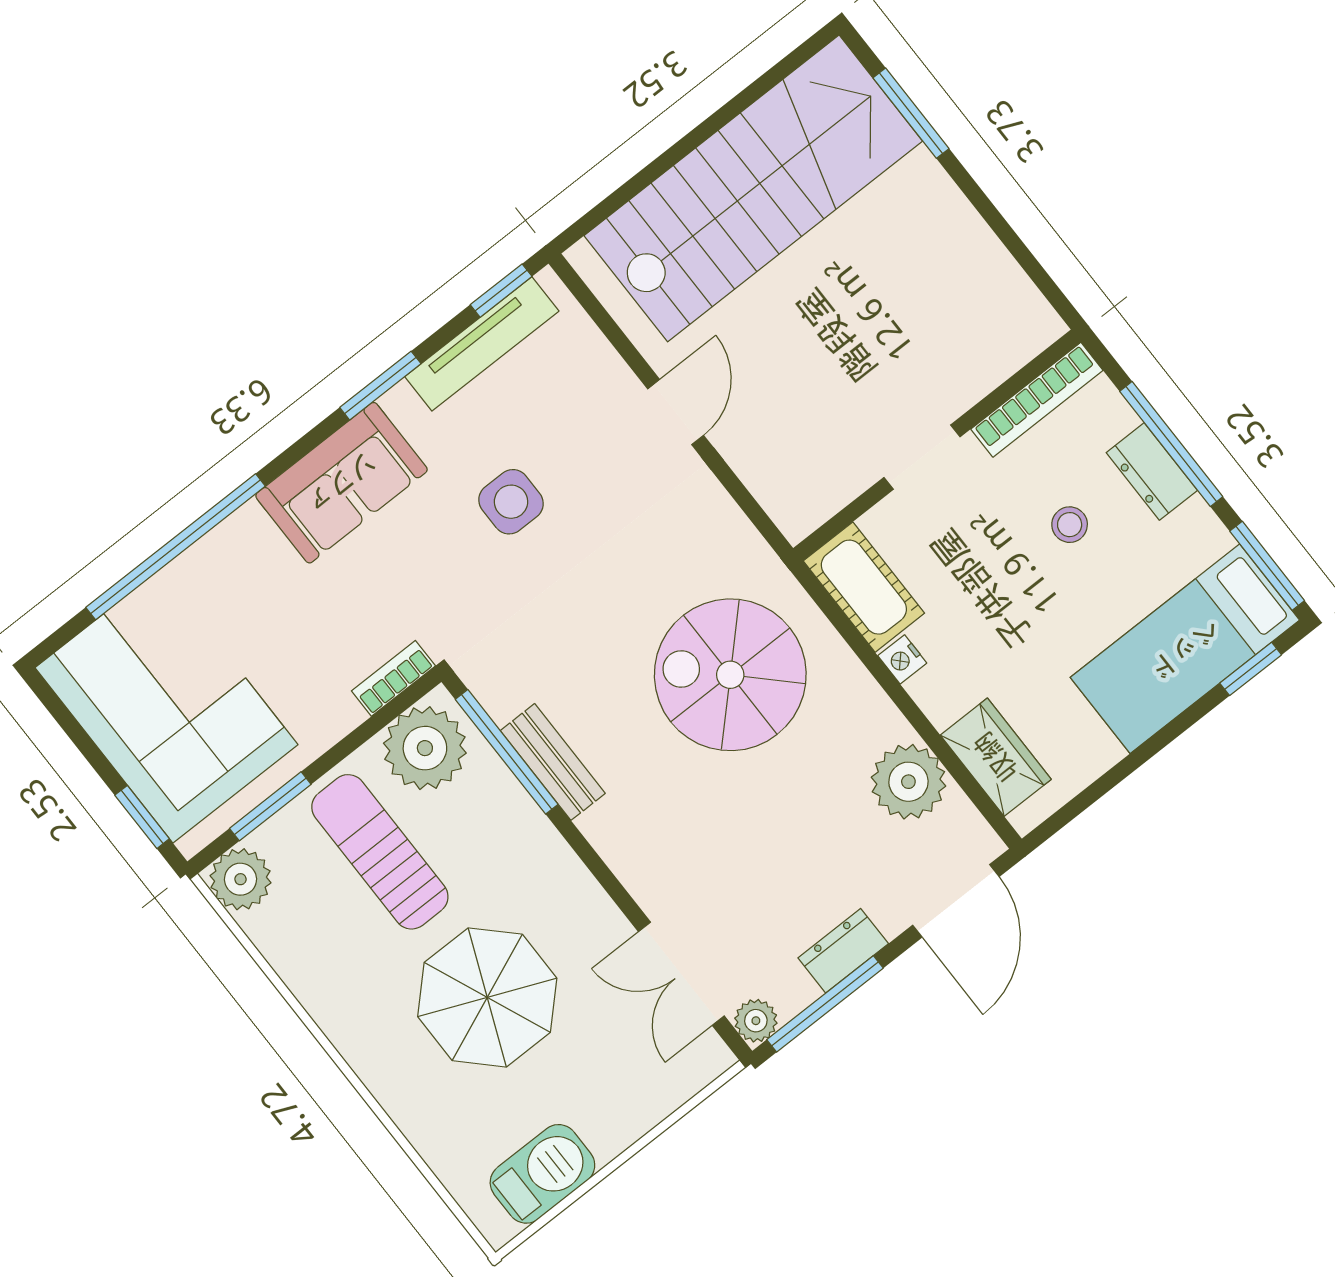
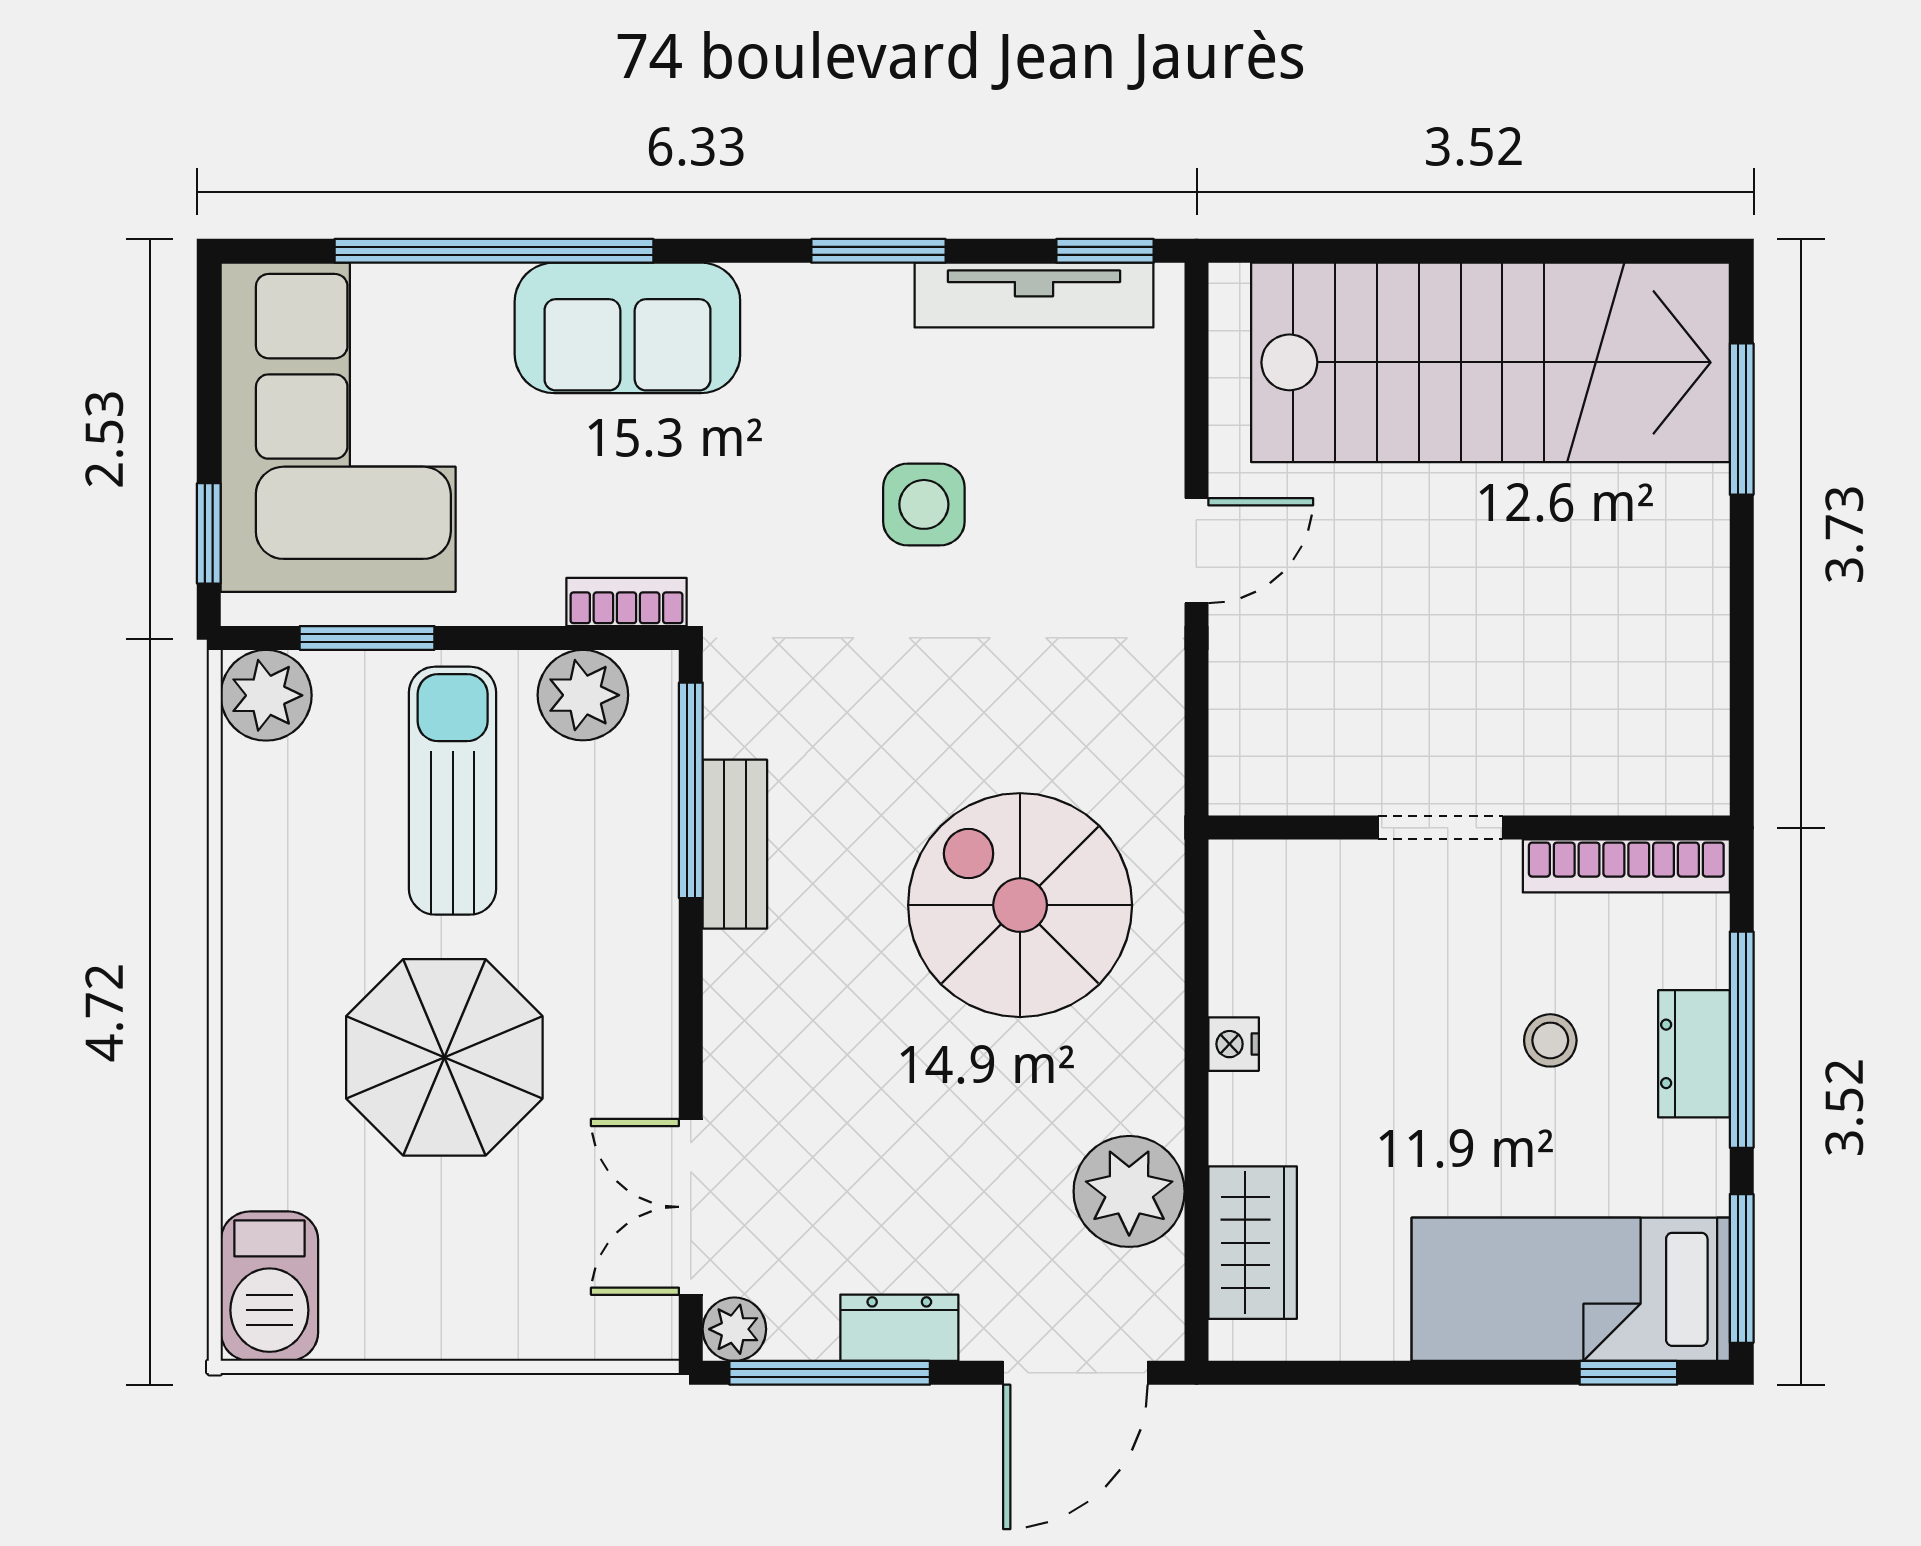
sofa: (341, 483) -> (627, 328), moved
cot: (864, 587) -> (1255, 925), removed
plant: (425, 748) -> (583, 695), width x0.73, depth x0.73
barbecue: (542, 1174) -> (269, 1286), moved, turned 90

